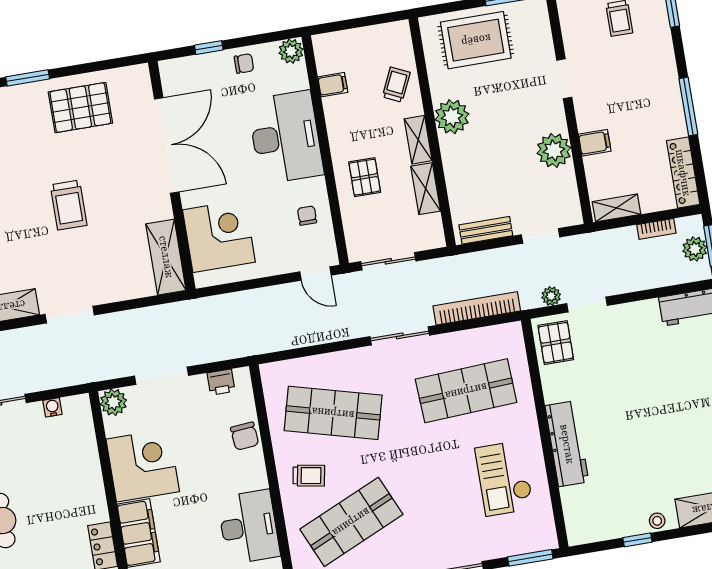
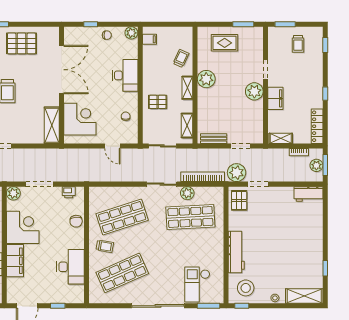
rug: (476, 40) -> (225, 43), width x0.73, depth x0.70
filing cabinet: (333, 85) -> (149, 39), moved
window: (688, 106) -> (325, 94), width x0.46
desk: (286, 137) -> (125, 75), width x0.73, depth x0.77
filing cabinet: (595, 143) -> (275, 98), width x2.00
plant: (554, 150) -> (254, 91), moved
pallet: (365, 177) -> (158, 102), turned 90
shelving: (426, 189) -> (187, 125), moved
door: (316, 273) -> (112, 146), moved
plant: (551, 296) -> (237, 173), width x1.88, depth x1.88
plant: (452, 345) -> (187, 193), added
shop shelf: (333, 413) -> (122, 217), turned -33
checkout: (504, 478) -> (197, 284), moved
stool: (597, 511) -> (246, 288), added
window: (637, 540) -> (242, 306), moved

